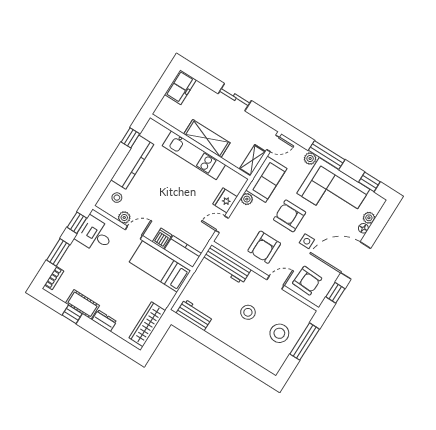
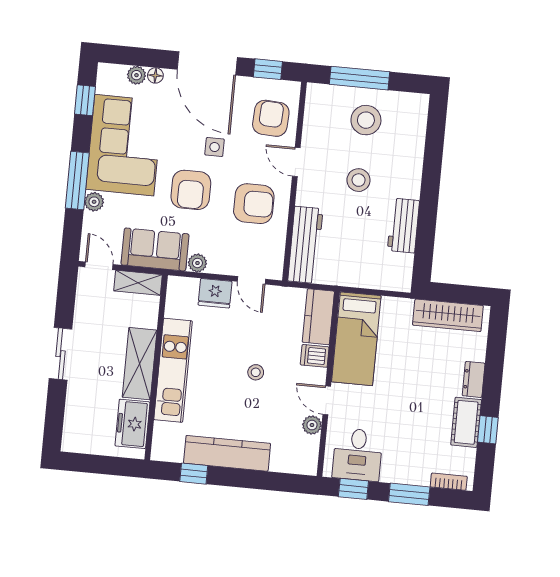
freezer: (180, 87) -> (132, 424), moved, turned -90
stool: (117, 198) -> (256, 372), moved
workbench: (195, 315) -> (403, 226), moved

